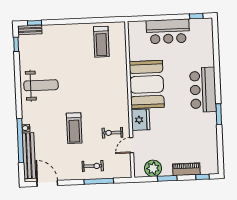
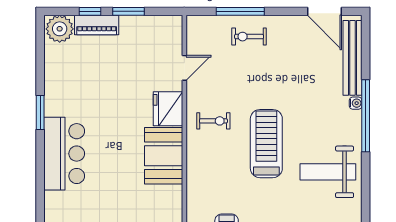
booth: (147, 84) -> (164, 156), width x0.73, depth x0.70
treadmill: (74, 128) -> (266, 144), moved, width x1.37, depth x1.38
exercise bike: (112, 133) -> (213, 121), moved
window: (20, 141) -> (366, 116), moved
plant: (153, 168) -> (60, 29), moved
window: (202, 177) -> (90, 11), moved

